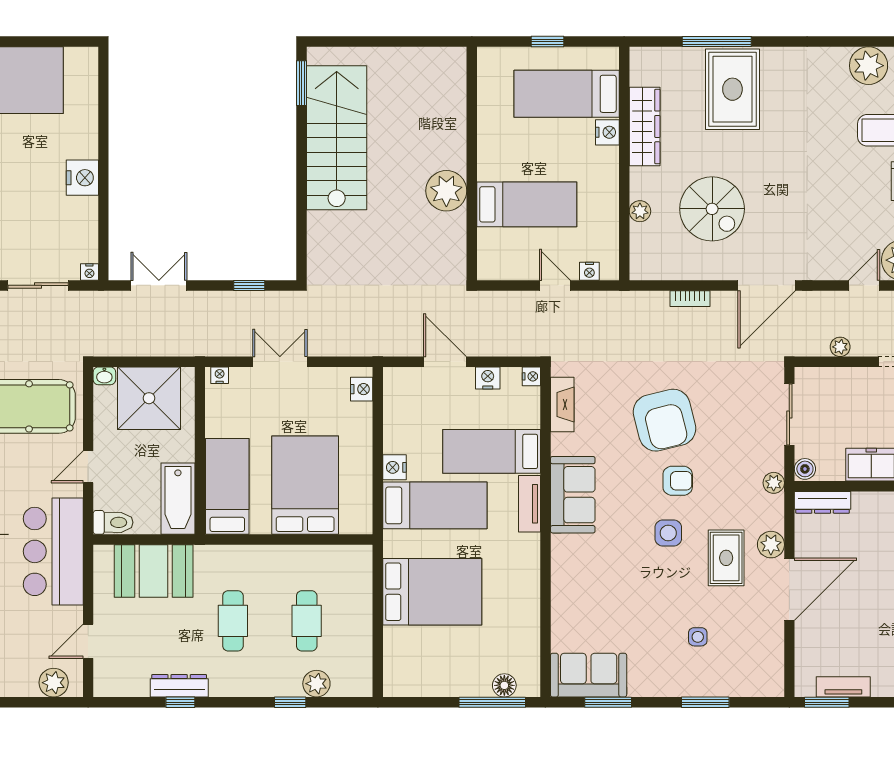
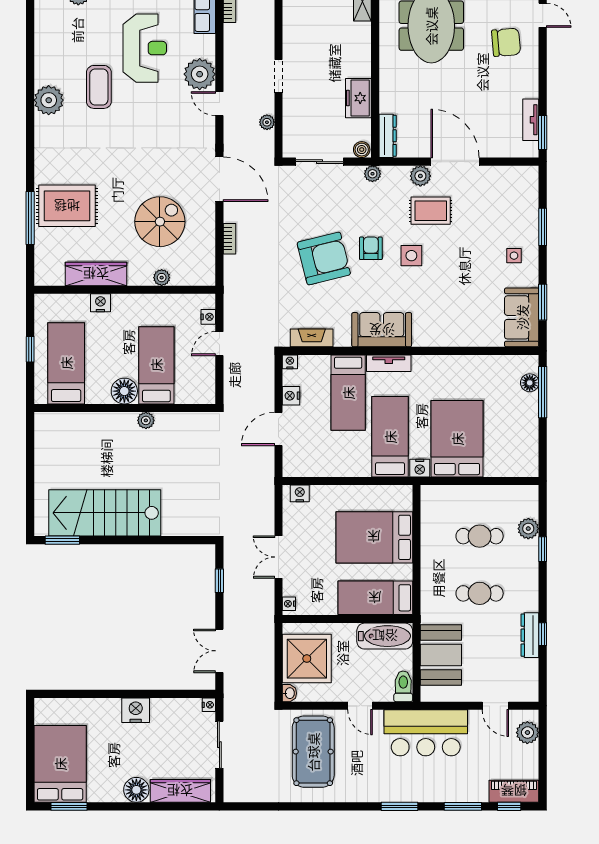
bed: (567, 94) -> (66, 363), moved, turned 180
floor lamp: (494, 163) -> (124, 391), added
plant: (446, 191) -> (146, 420), width x0.53, depth x0.53
nightstand: (394, 467) -> (420, 468), moved
side table: (698, 637) -> (514, 256), moved

